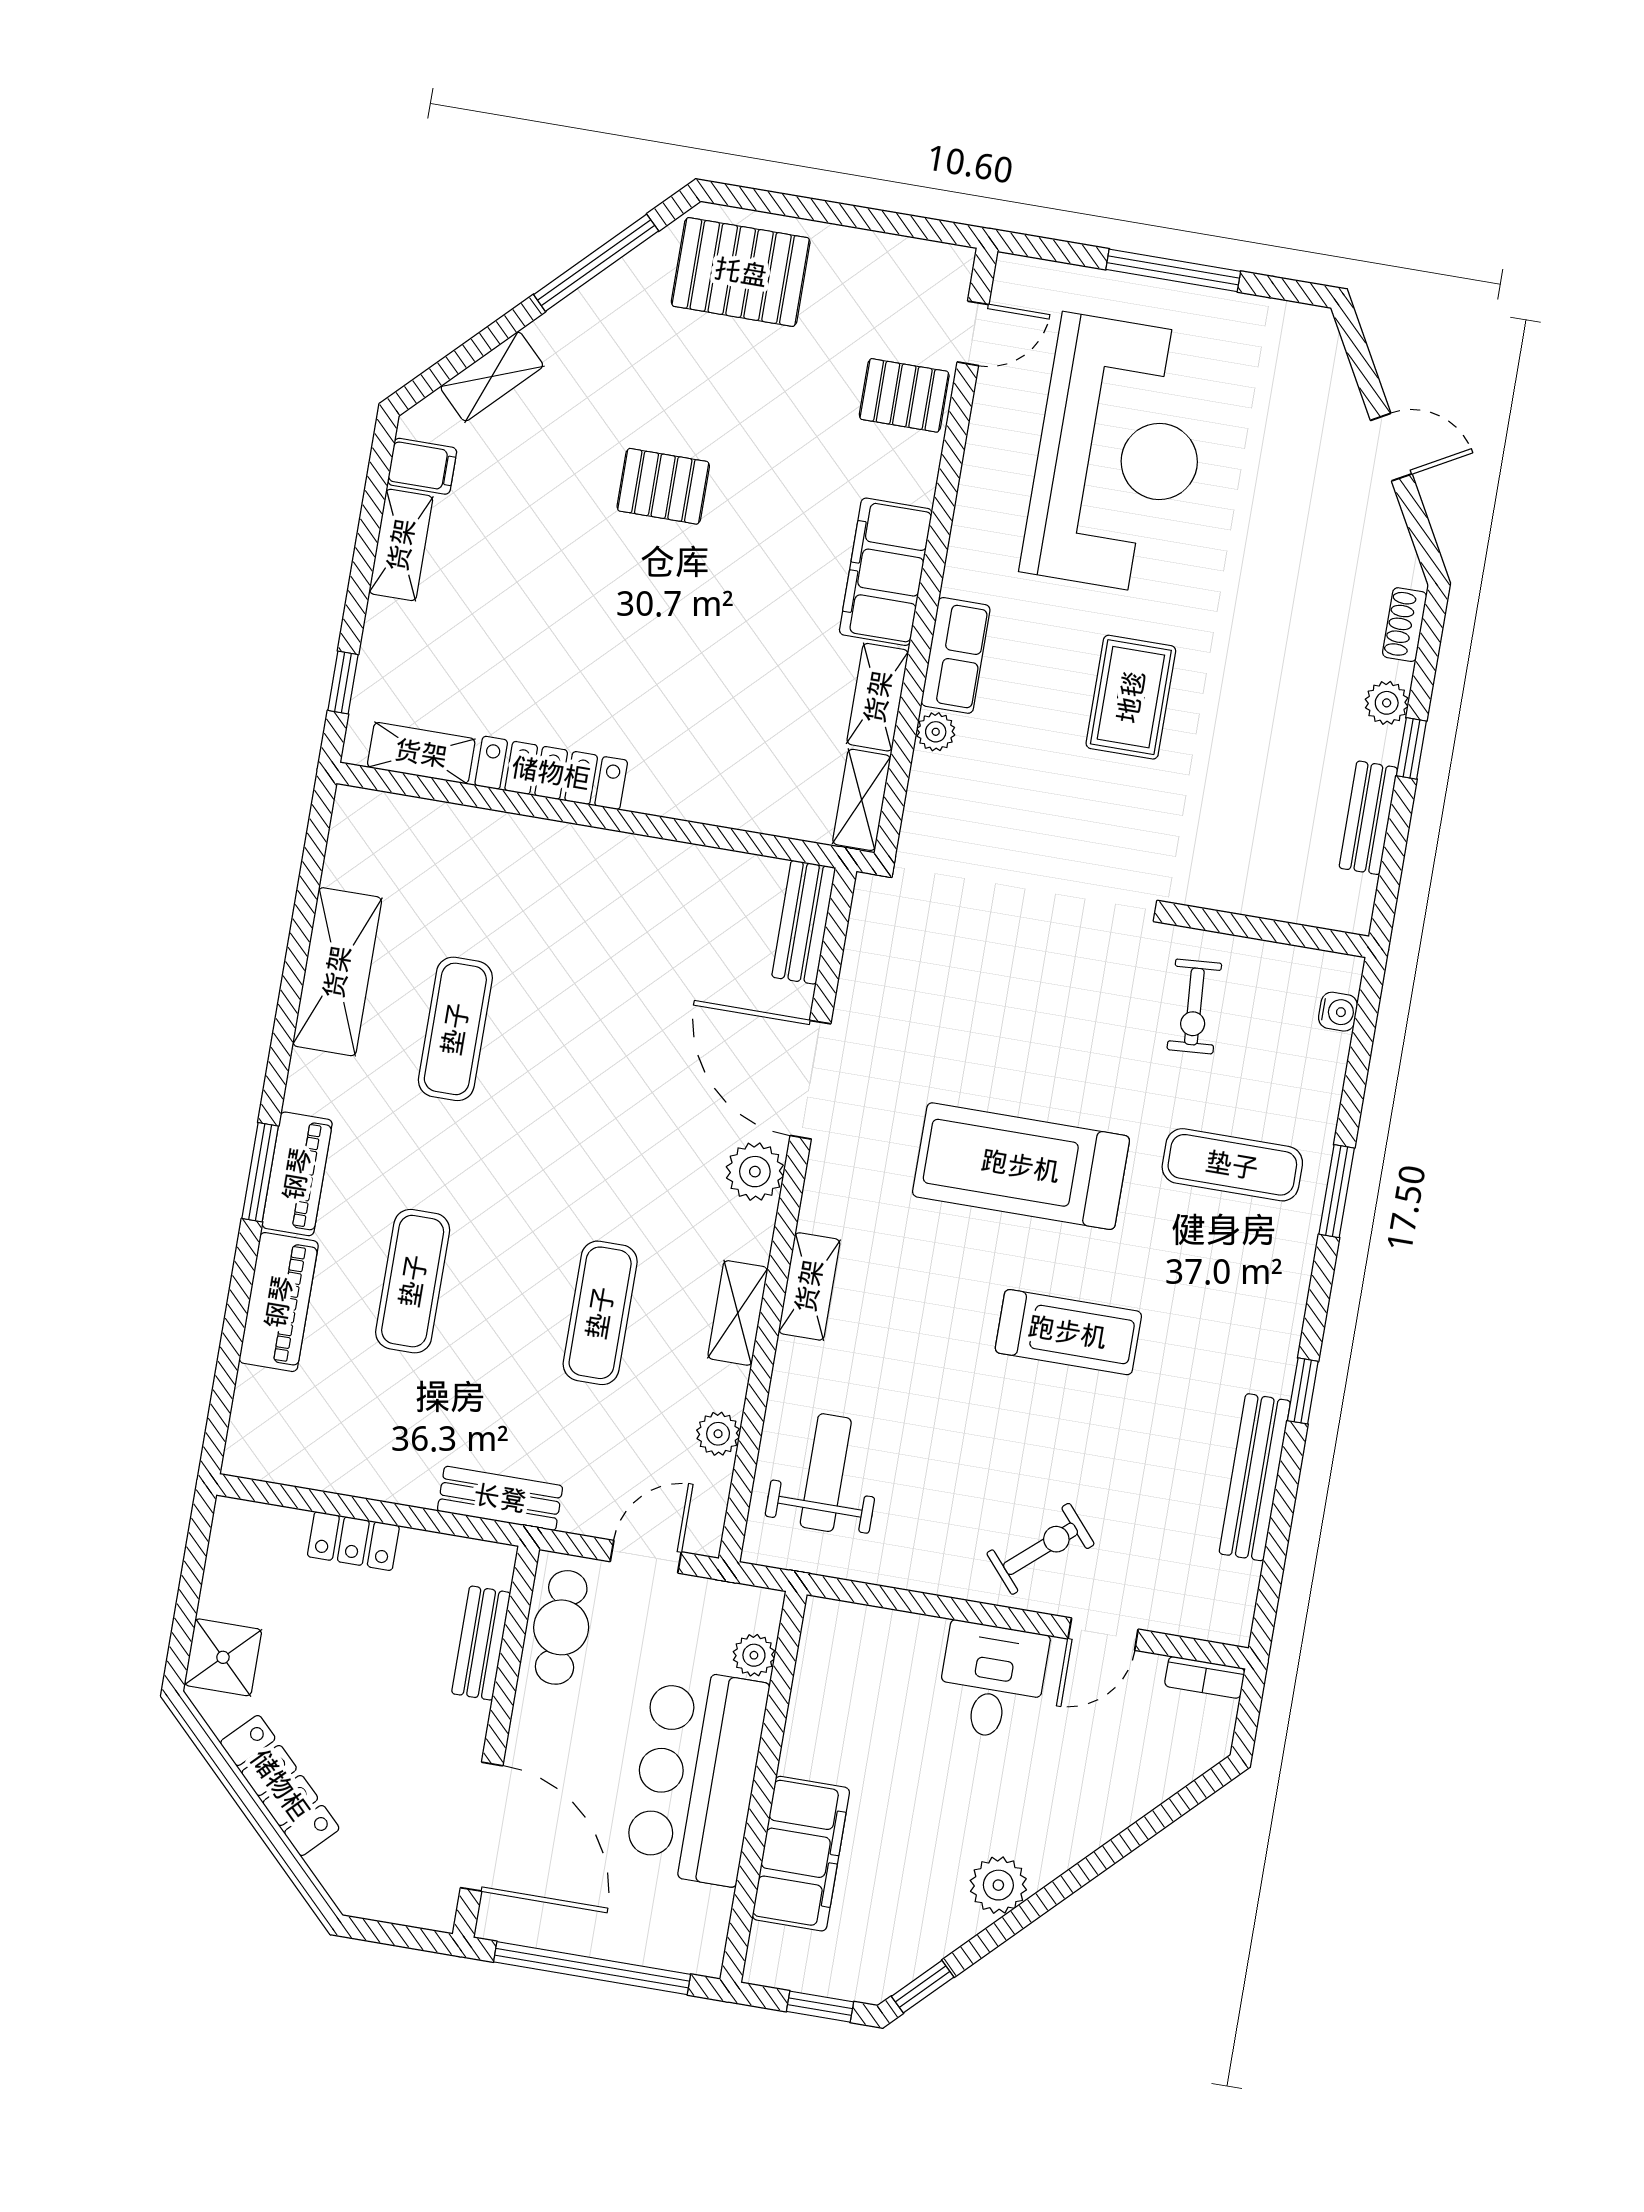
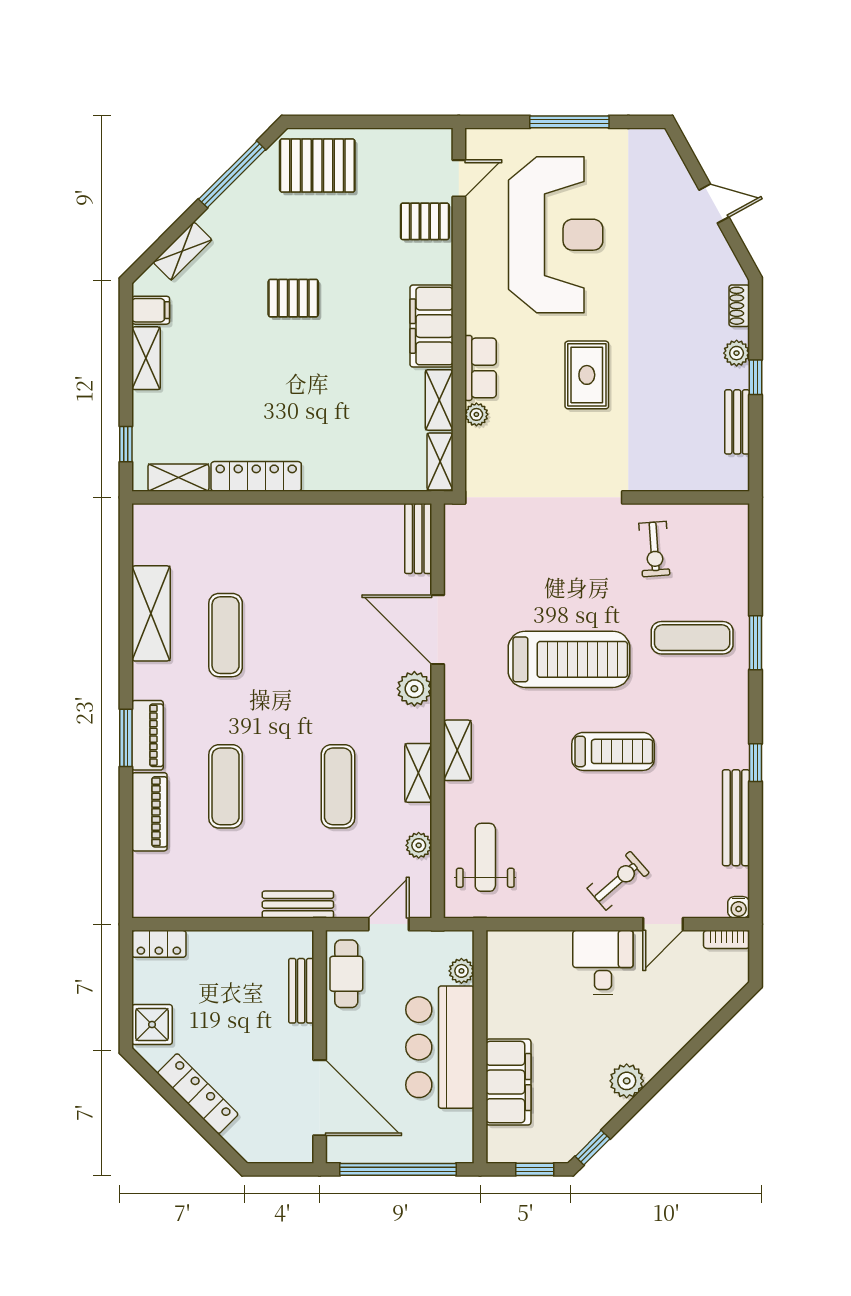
water cooler: (1338, 1012) -> (739, 907), moved, turned 90
treadmill: (1021, 1166) -> (569, 659), turned 180
locker: (353, 1541) -> (159, 944), moved

